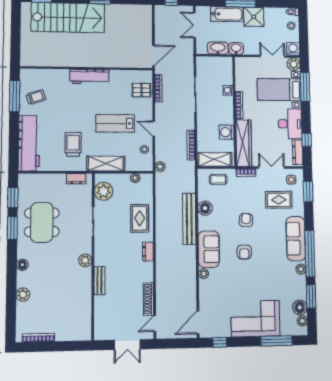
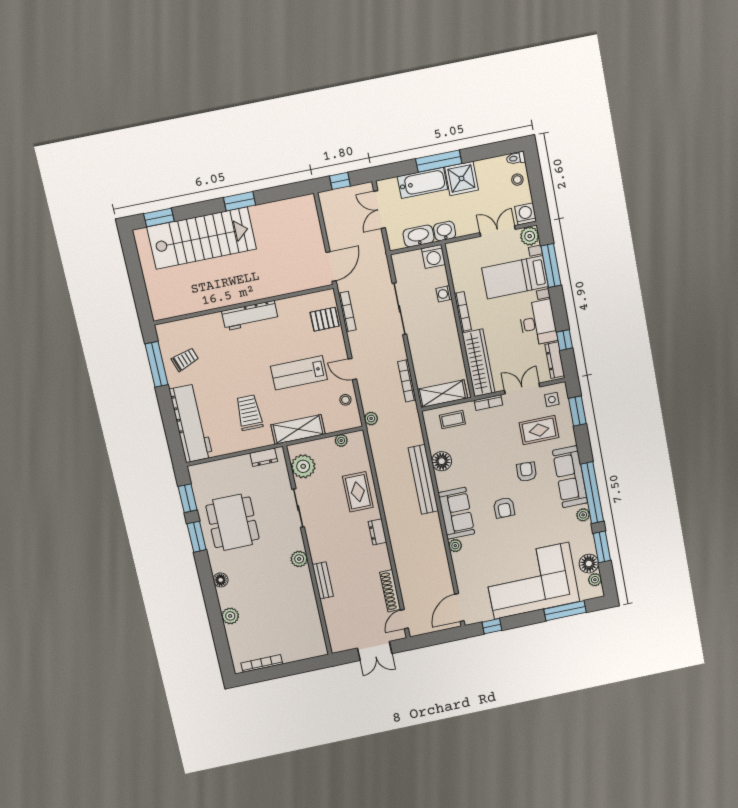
washing machine: (227, 132) -> (433, 256), moved, turned -90
armchair: (246, 220) -> (527, 472), moved
corner sofa: (255, 319) -> (532, 581), width x1.36, depth x1.36

